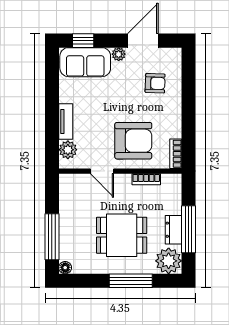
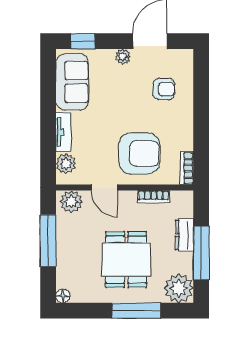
sofa: (85, 62) -> (72, 82), moved, turned -90
plant: (73, 184) -> (71, 202), added
dresser: (174, 230) -> (184, 235), moved
dining table: (122, 235) -> (126, 260), turned 90
window: (52, 237) -> (48, 241), moved

